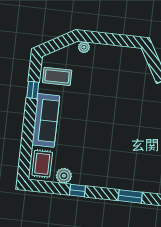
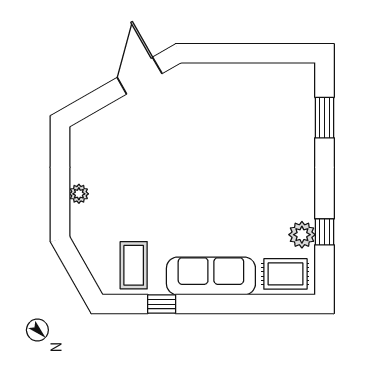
plant: (84, 47) -> (79, 194), moved
window: (78, 191) -> (324, 232), moved

